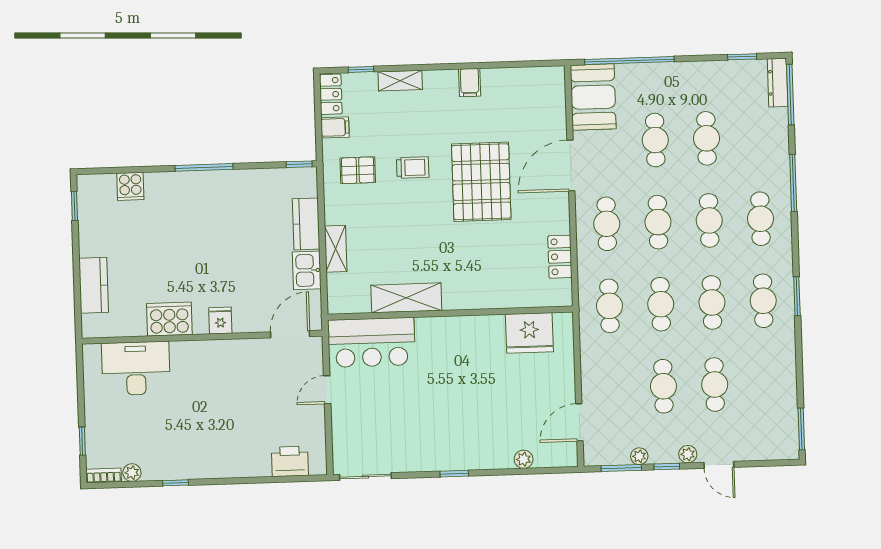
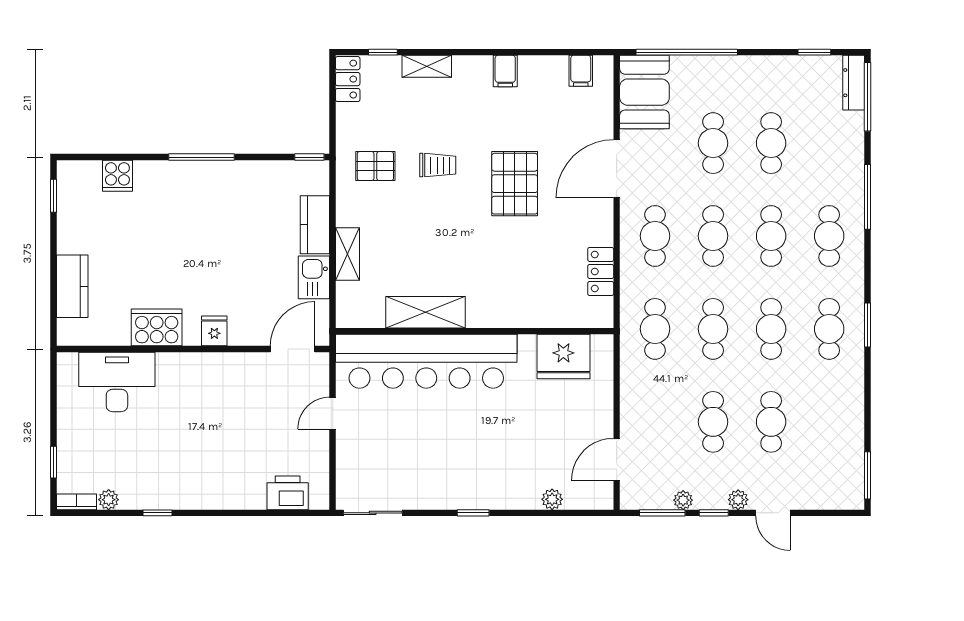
filing cabinet: (335, 127) -> (581, 71), moved, turned 90
pallet: (481, 182) -> (515, 184), width x0.73, depth x0.71
bar counter: (371, 342) -> (426, 361), width x1.86

